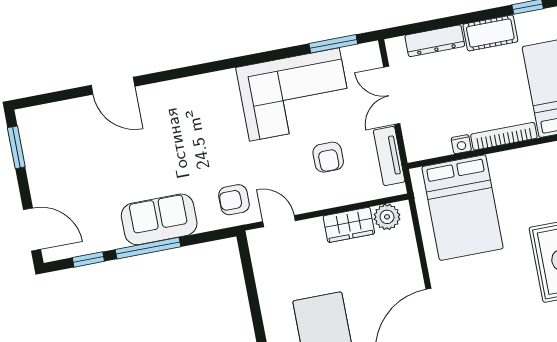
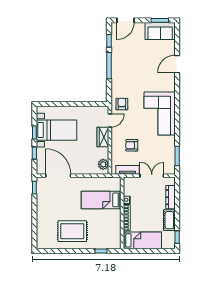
corner sofa: (294, 95) -> (160, 113), moved
bed: (463, 208) -> (101, 200), width x0.67
sofa: (159, 219) -> (160, 31), moved, turned 90
wardrobe: (349, 225) -> (103, 137), moved

